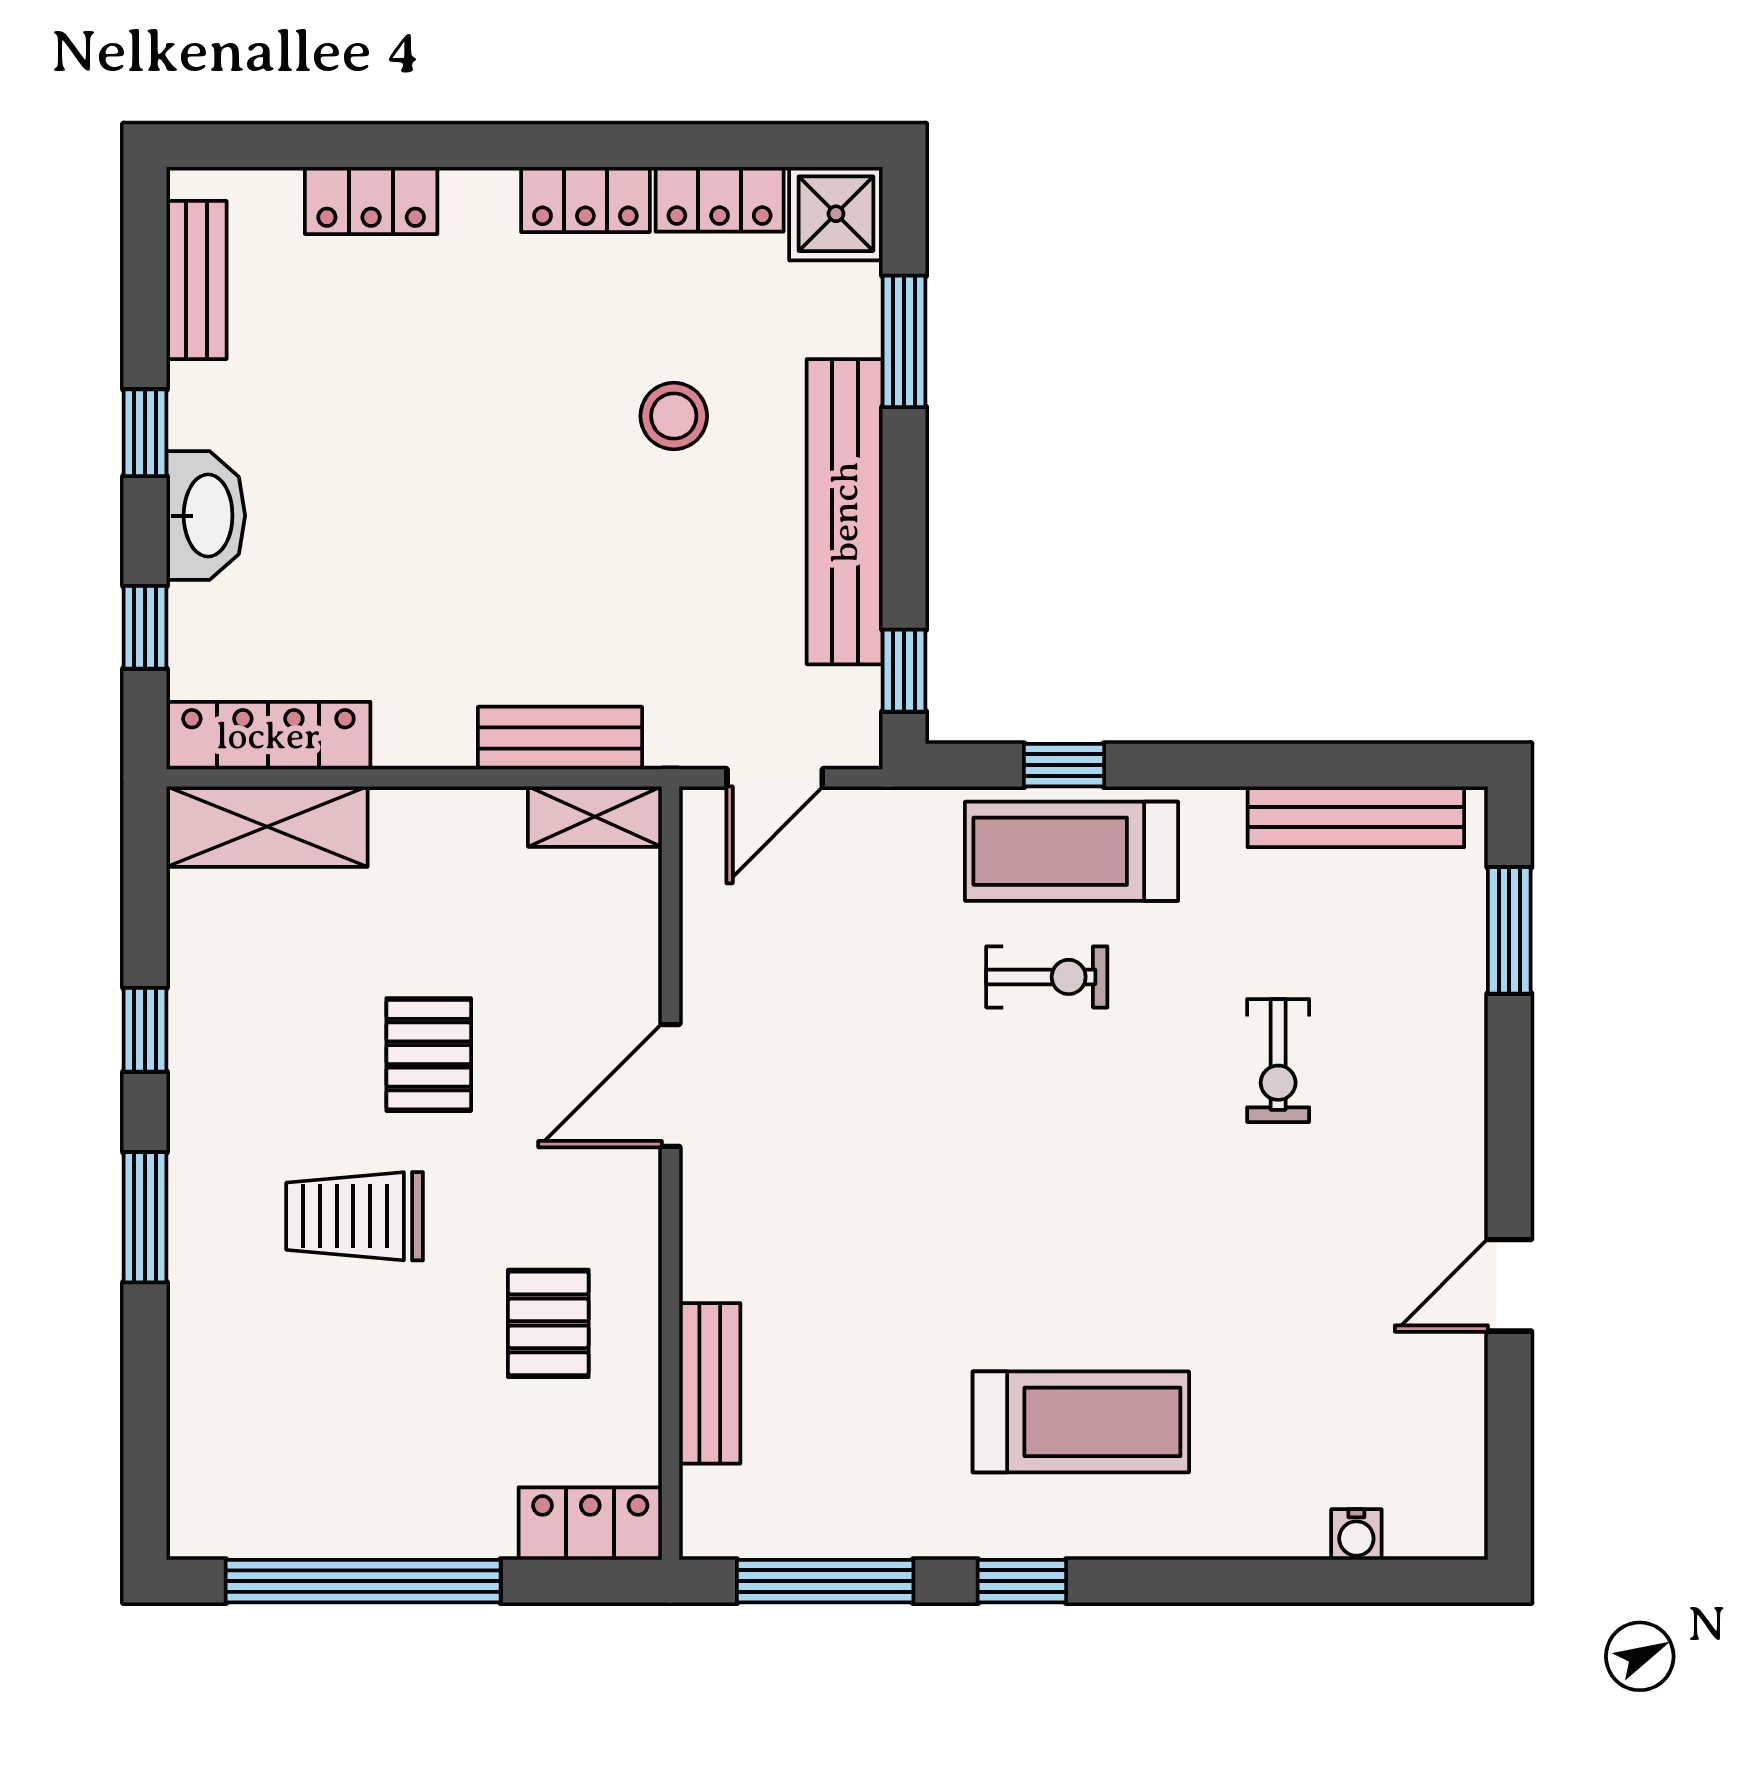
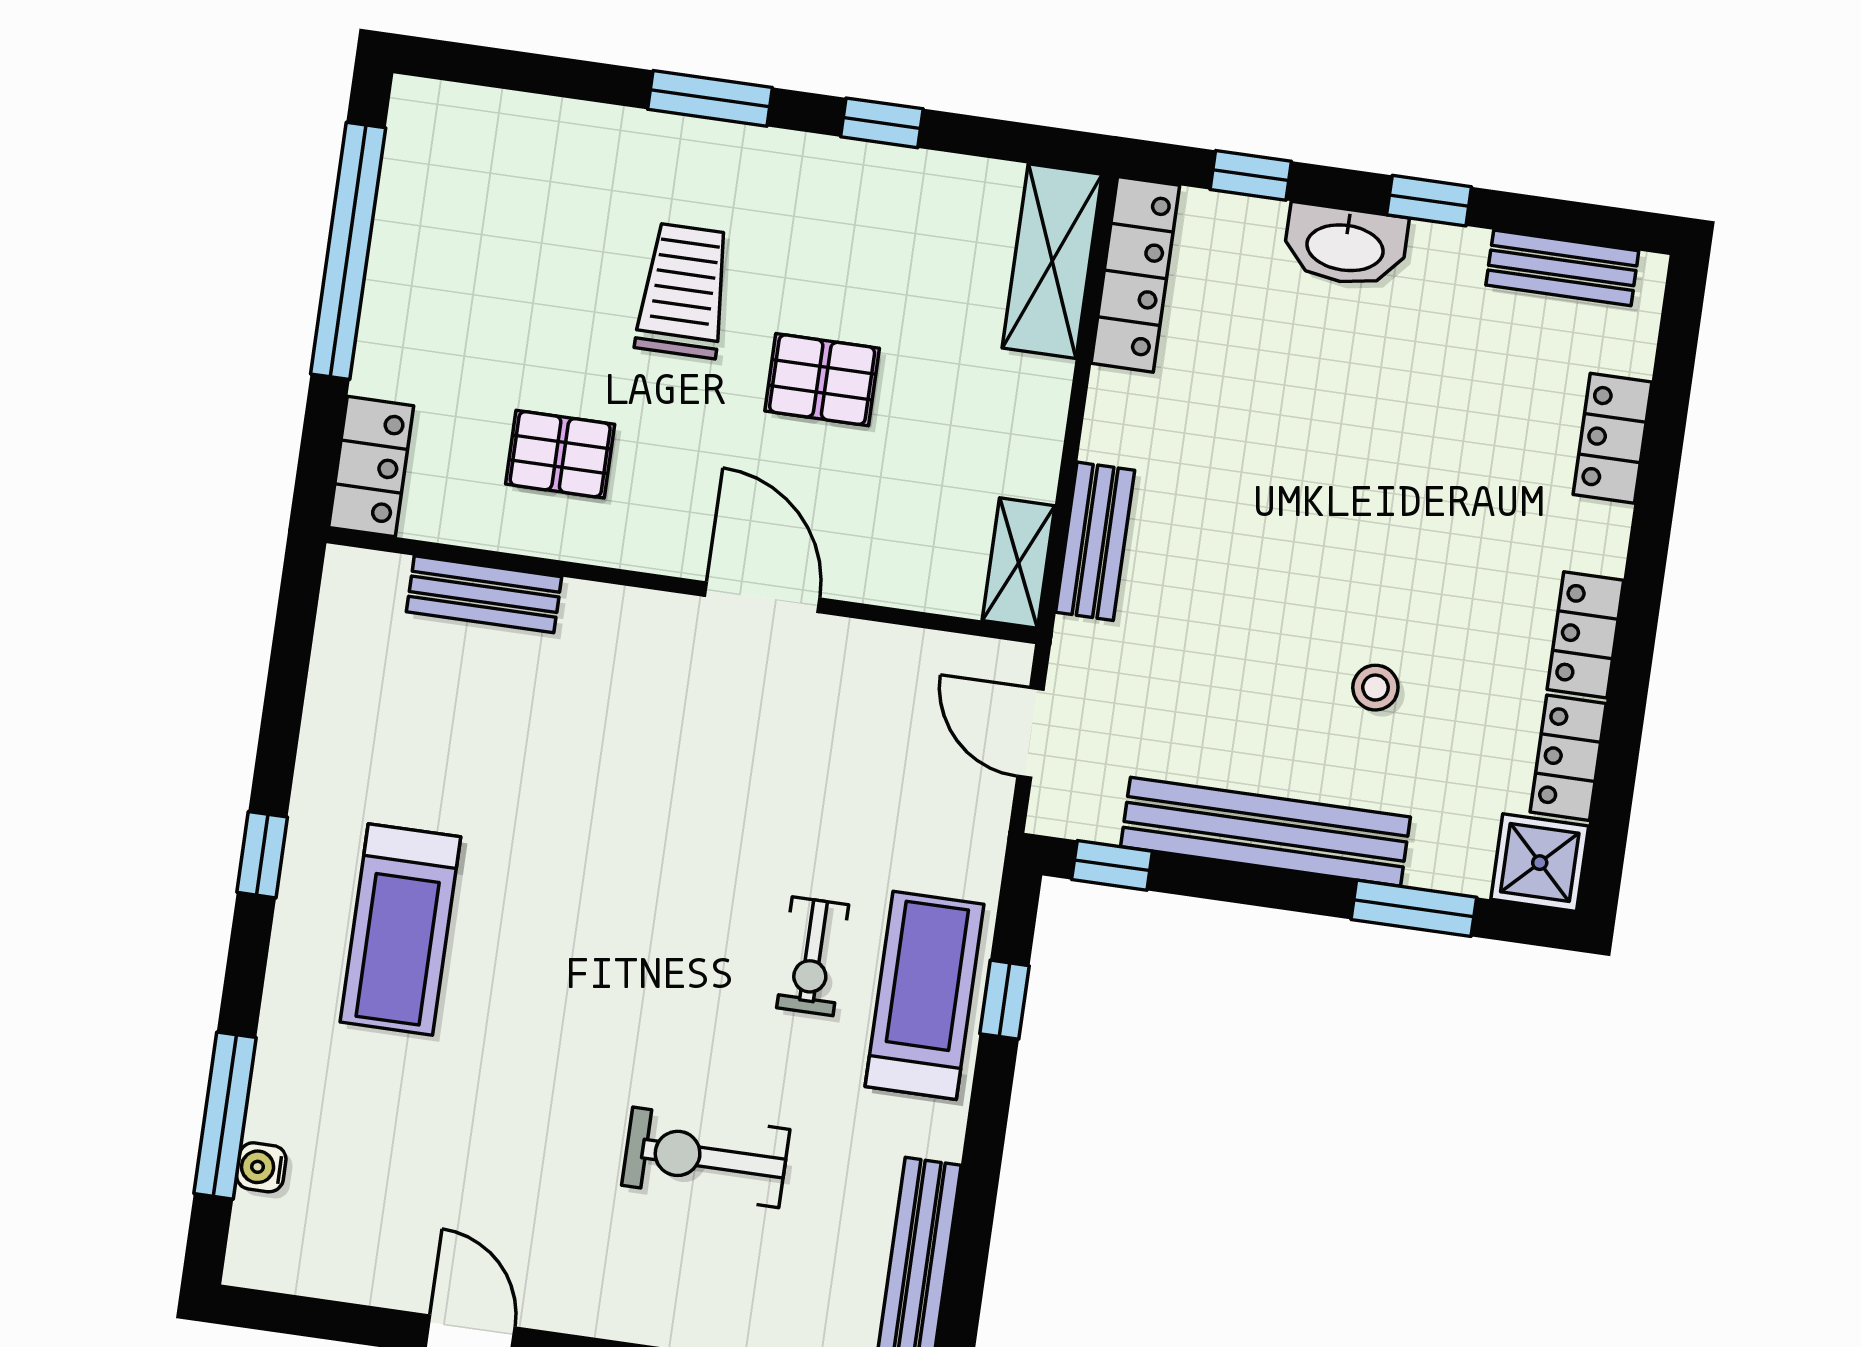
stool: (674, 416) -> (1375, 688), width x0.73, depth x0.73
exercise bike: (1278, 1061) -> (706, 1157), width x1.38, depth x1.39
window: (825, 1581) -> (225, 1116), moved

